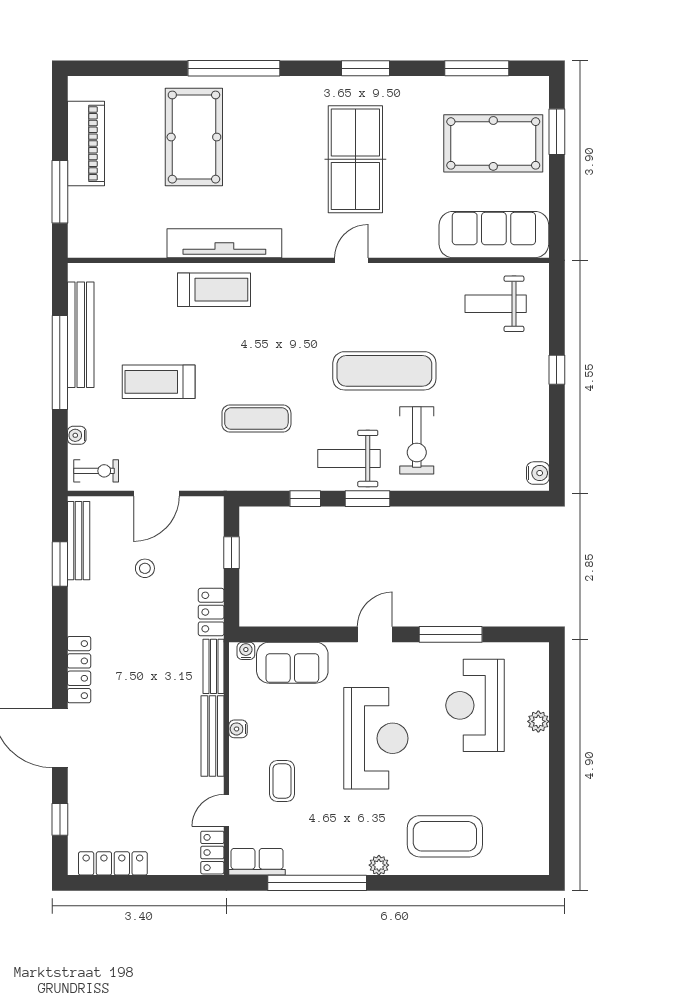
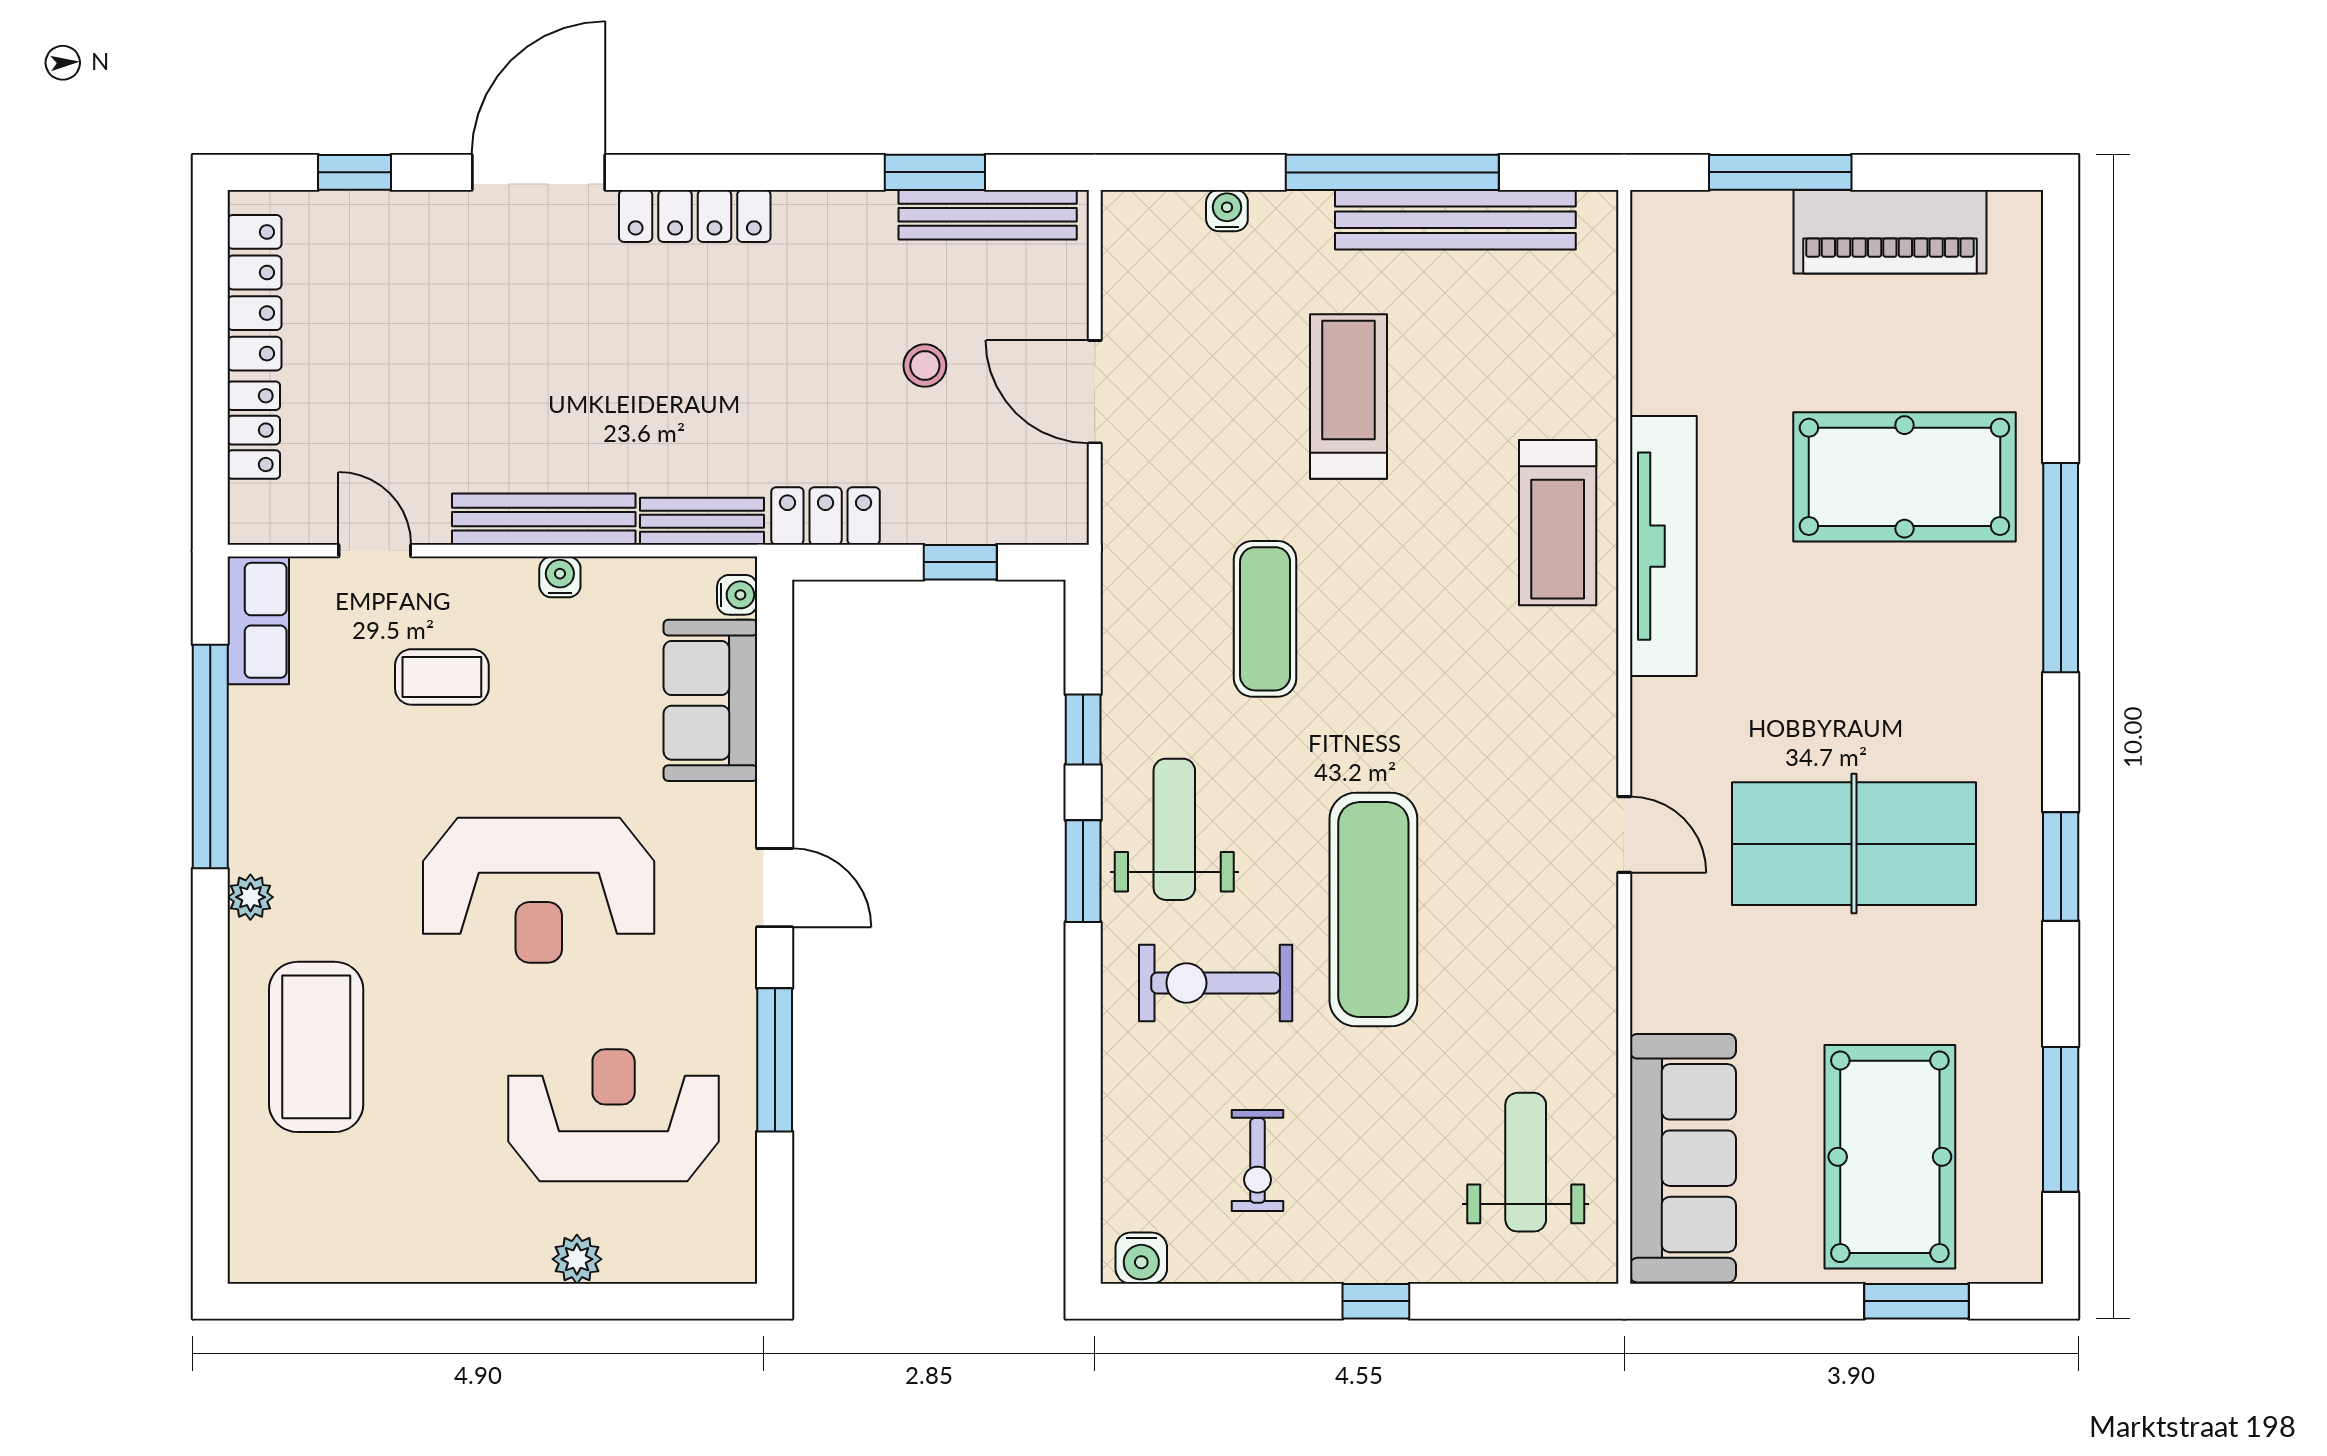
exercise bike: (96, 471) -> (1257, 1160), moved
locker: (212, 853) -> (254, 430), moved, turned 90

